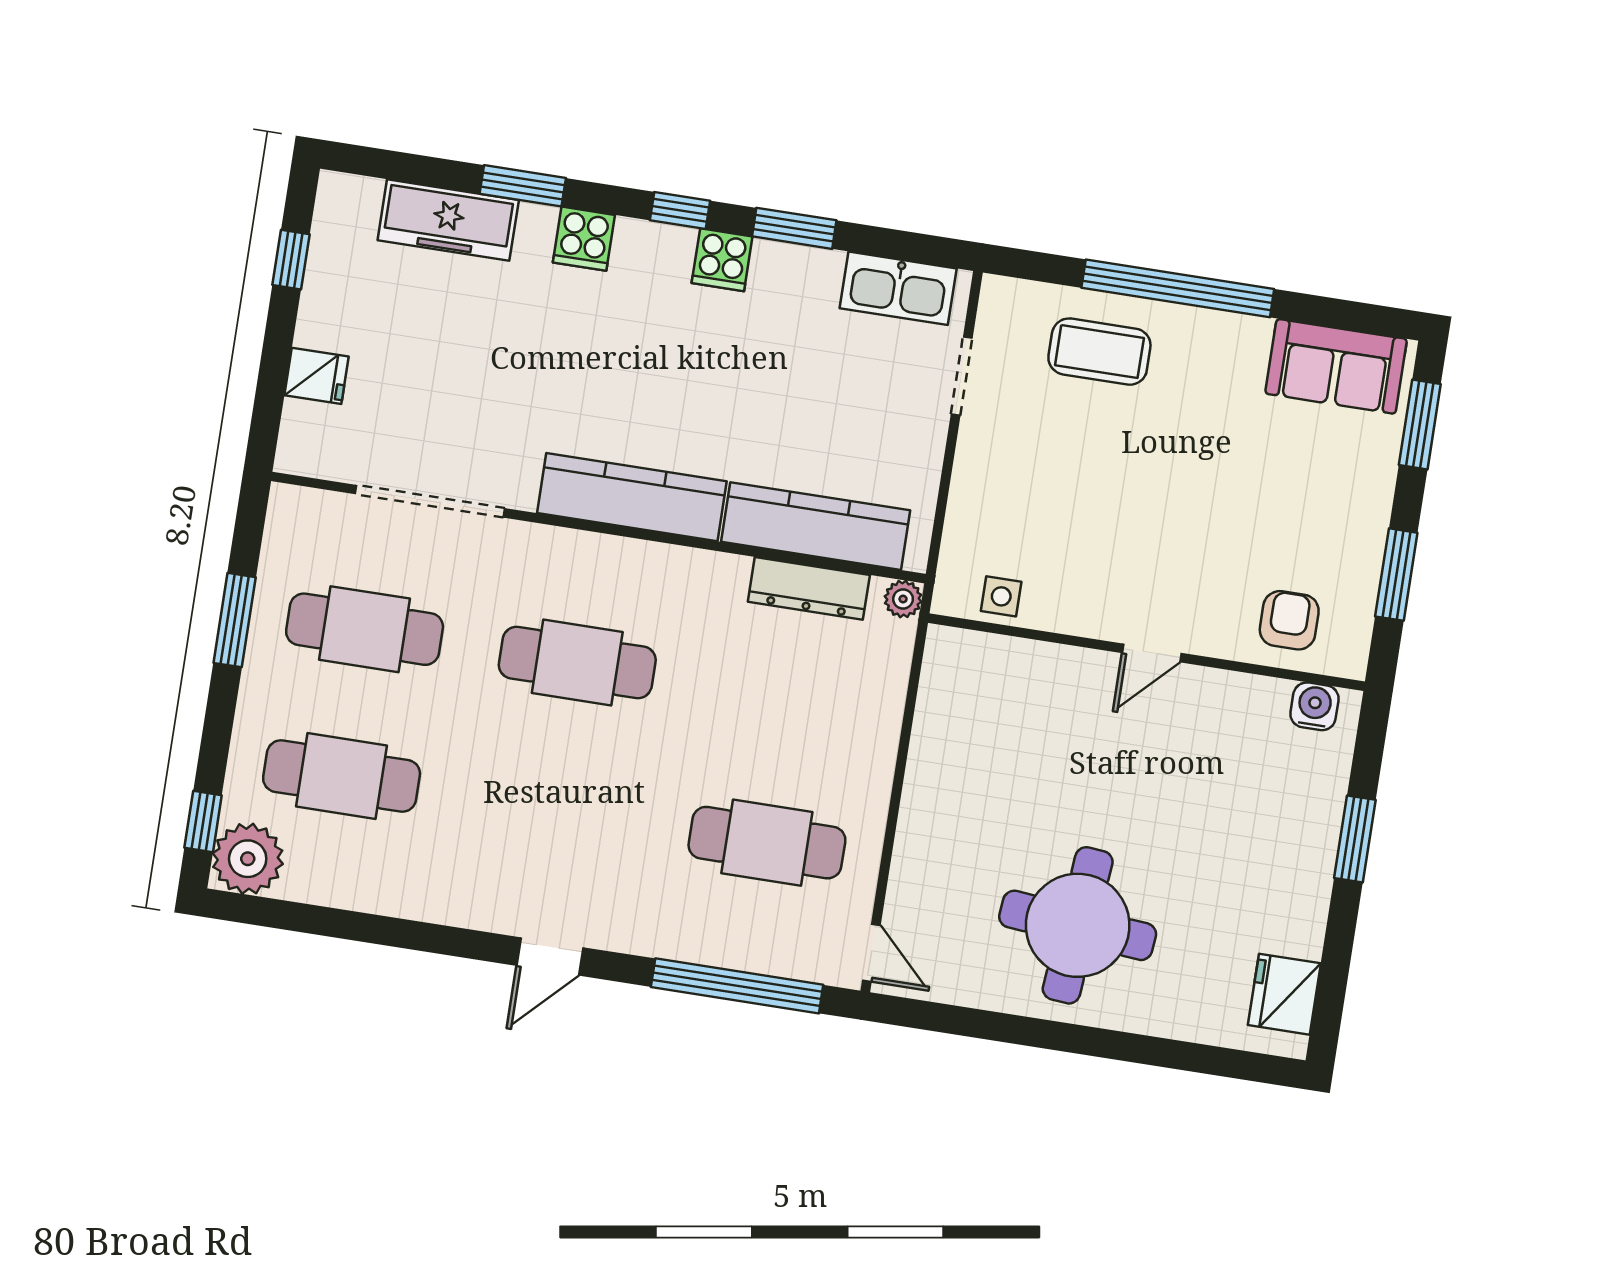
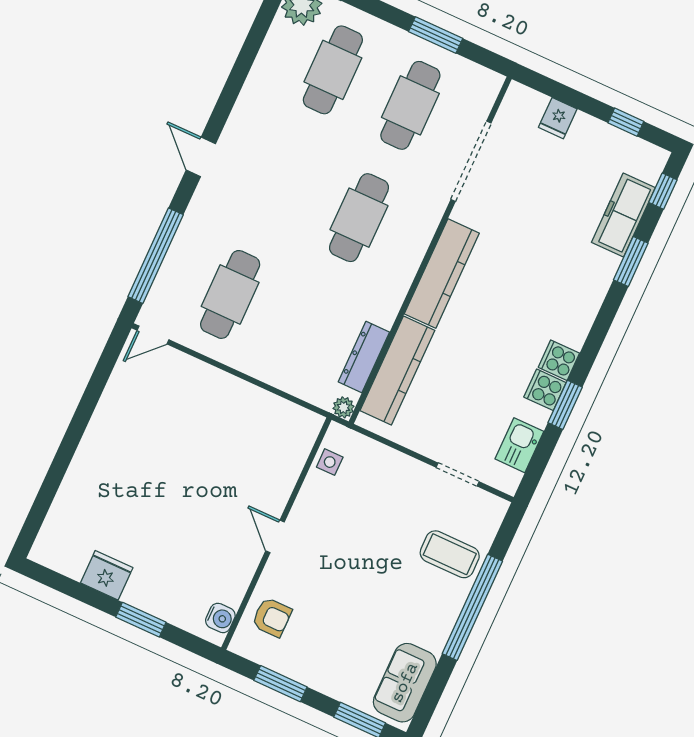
window: (680, 210) -> (663, 191), moved
cooker: (584, 239) -> (545, 390), moved
kitchen sink: (898, 288) -> (519, 445), width x0.73
coffee table: (1099, 352) -> (450, 554), turned 90
round table: (1078, 925) -> (136, 453), removed
fridge: (1284, 994) -> (107, 575), moved

